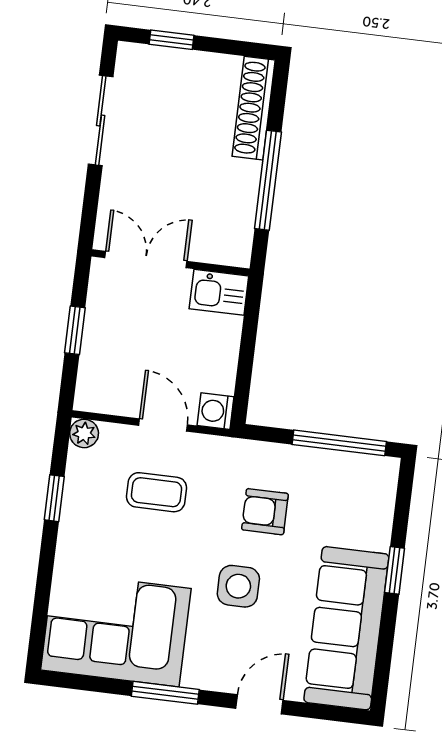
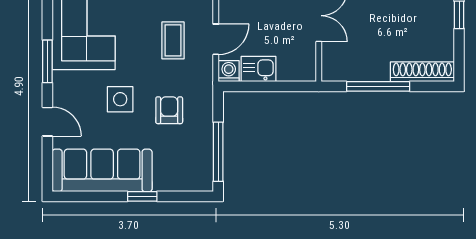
kitchen sink: (219, 292) -> (258, 69), moved, turned 90

